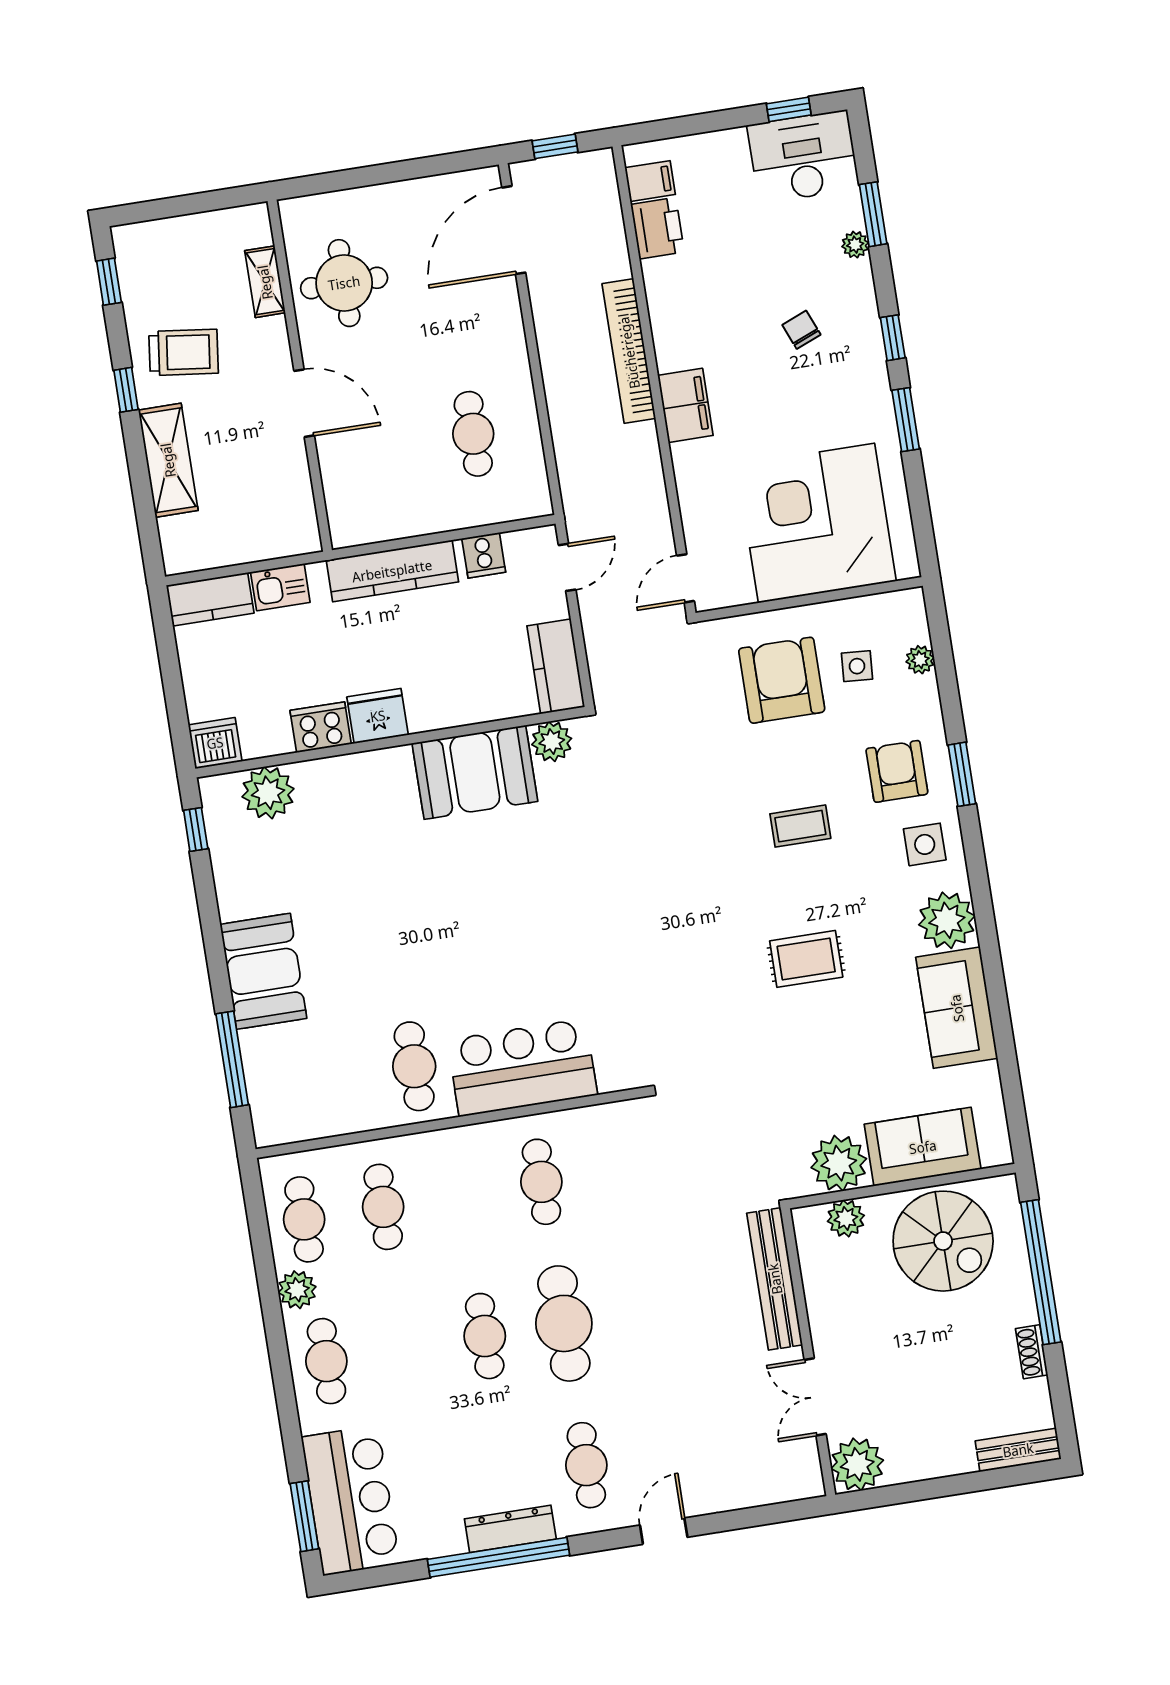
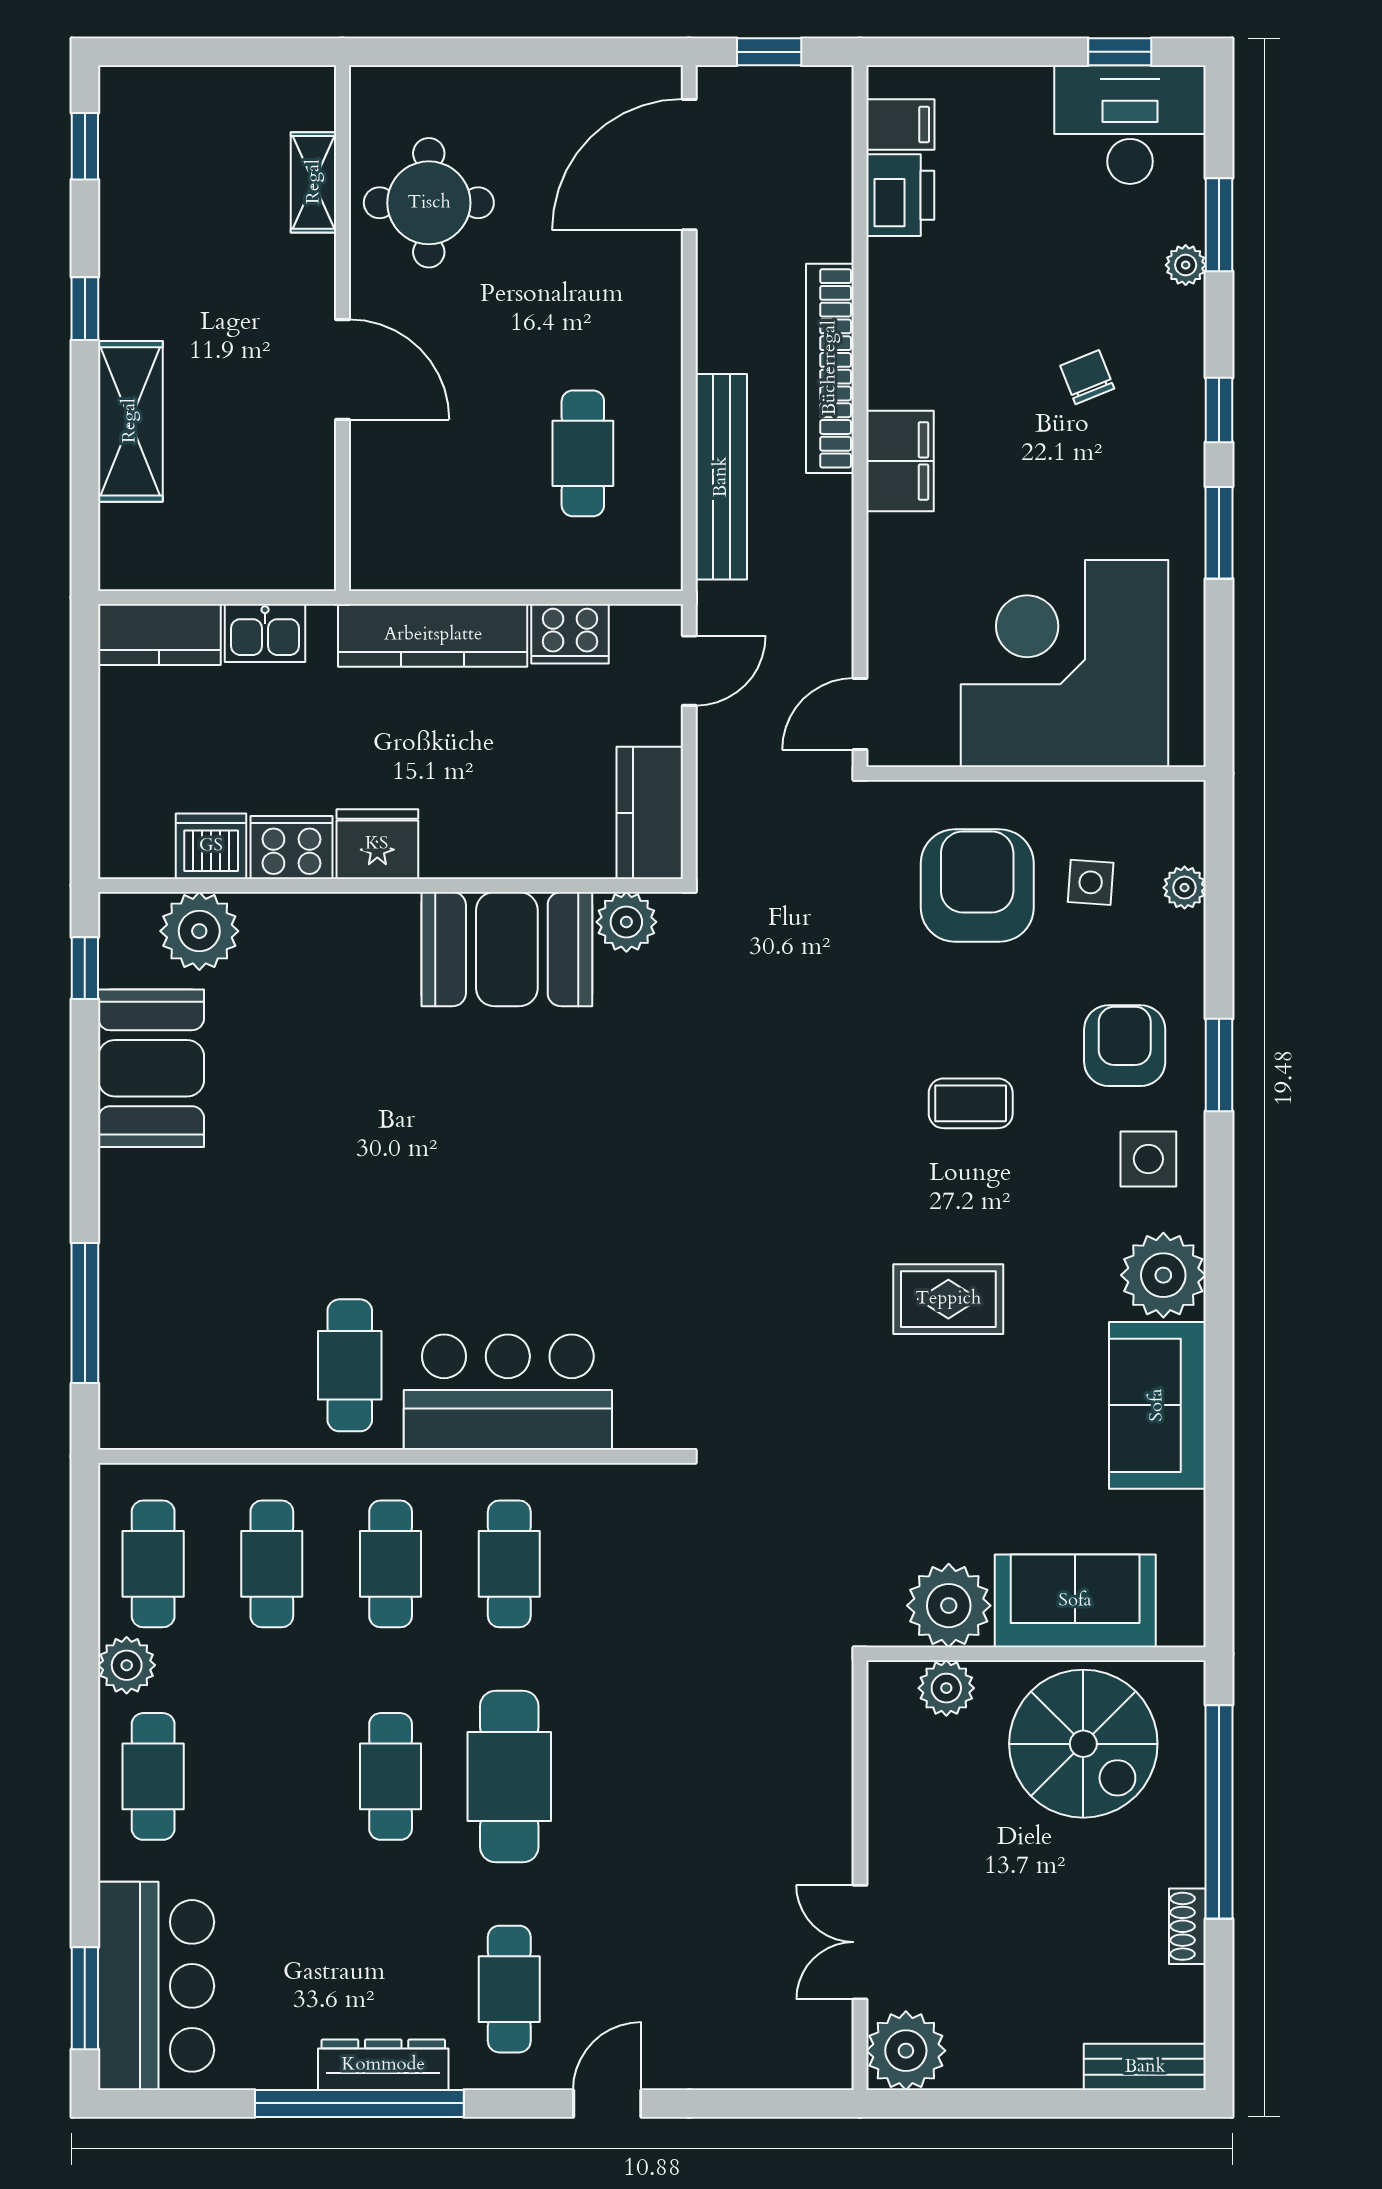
trolley: (184, 352) -> (178, 267), removed
cooker: (484, 555) -> (570, 634), width x1.36
dishwasher: (215, 743) -> (211, 846), moved
booth: (263, 971) -> (151, 1068), moved
cafe table: (462, 1194) -> (391, 1564), added
bench: (775, 1279) -> (721, 477), moved

